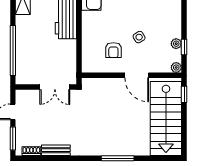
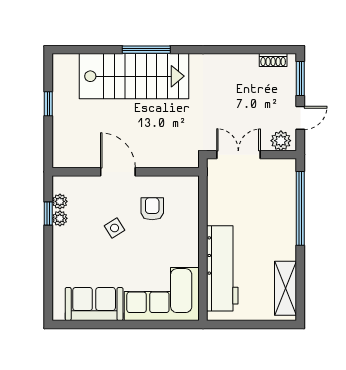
plant: (176, 67) -> (60, 201), moved
window: (184, 94) -> (48, 104), moved
plant: (26, 96) -> (281, 141), added
stairs: (166, 119) -> (134, 76), moved, turned 90
bench: (56, 150) -> (237, 61), removed

